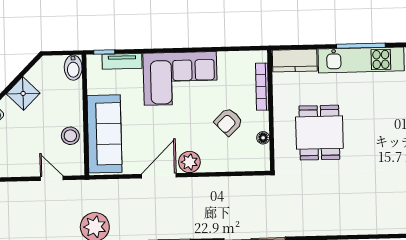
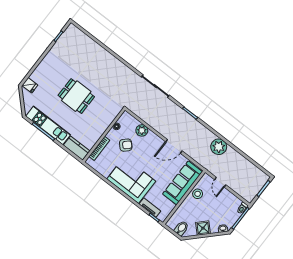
bidet: (73, 68) -> (181, 228), moved
dining table: (319, 133) -> (76, 96), moved, turned 90
plant: (189, 162) -> (142, 130), moved

